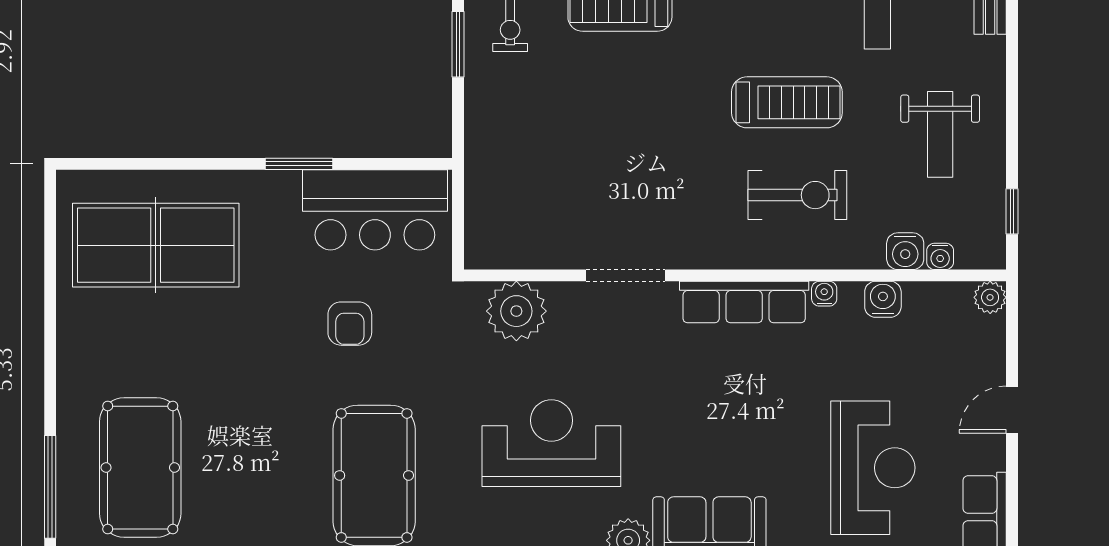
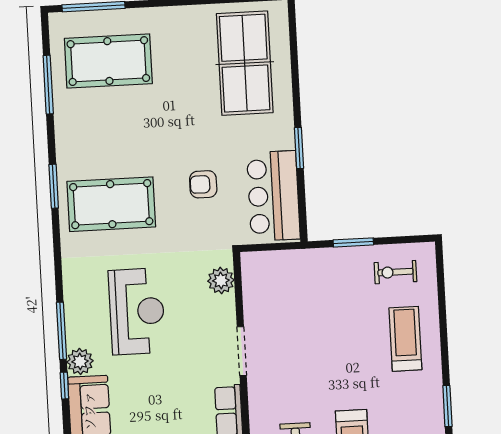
window: (458, 44) -> (353, 242), moved
plant: (516, 311) -> (221, 280), width x0.73, depth x0.73

